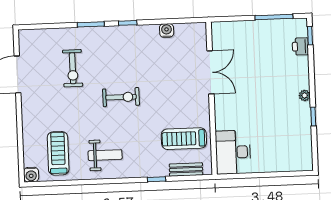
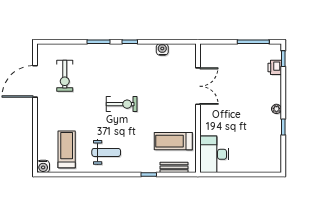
exercise bike: (73, 68) -> (65, 76), moved

